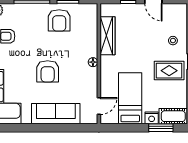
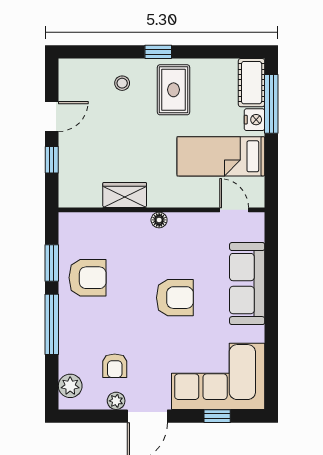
wardrobe: (108, 36) -> (125, 195), width x0.67
window: (161, 128) -> (271, 104), width x1.44

